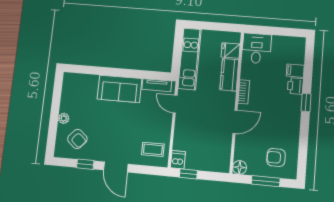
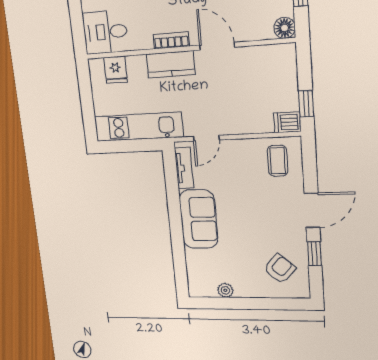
kitchen counter: (229, 75) -> (171, 64), moved
plant: (64, 118) -> (225, 290), moved

